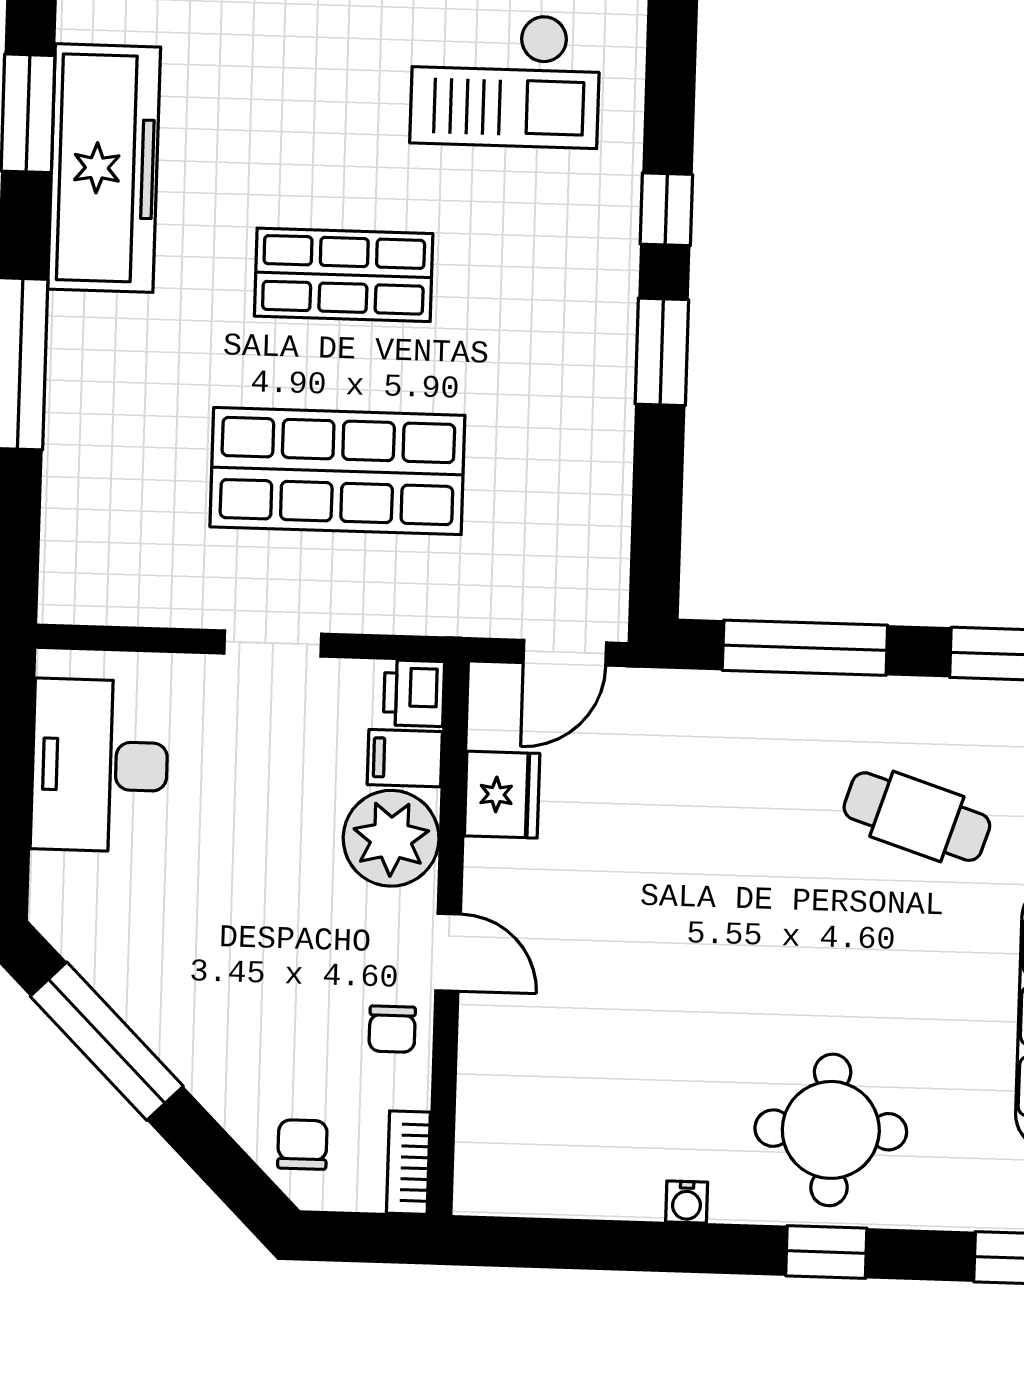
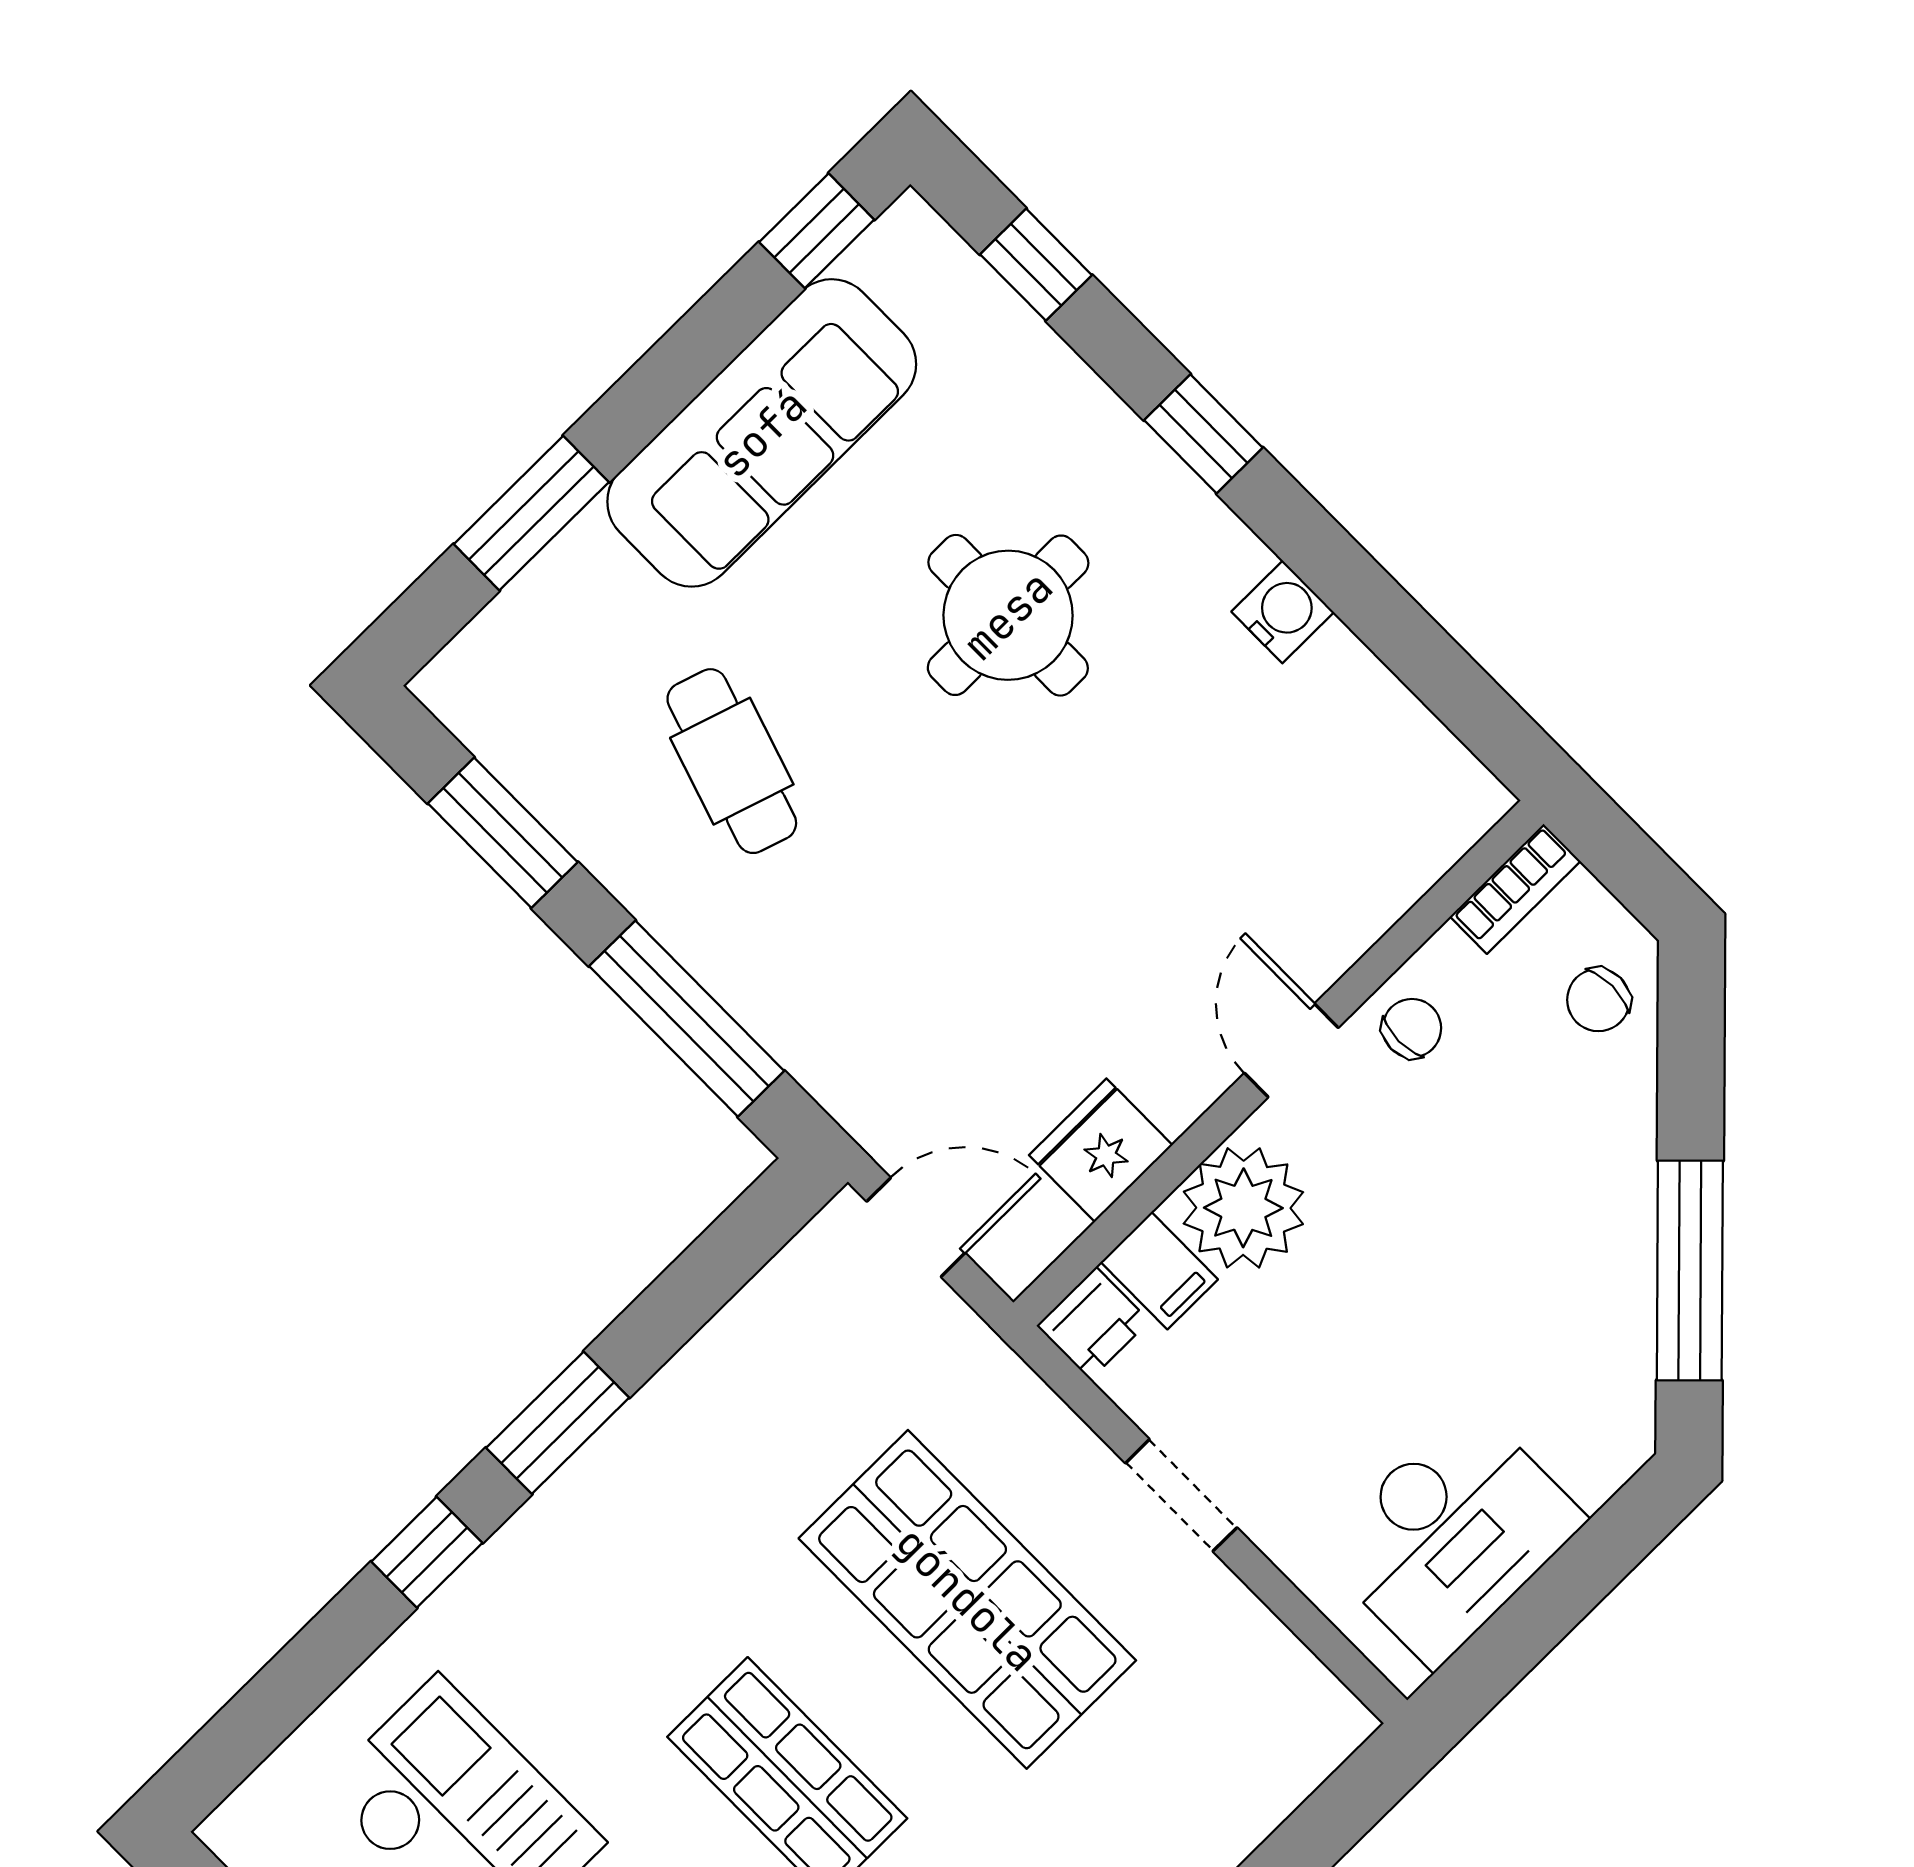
round table: (831, 1130) -> (1008, 615), moved
water cooler: (687, 1202) -> (1283, 612), width x1.38, depth x1.38

